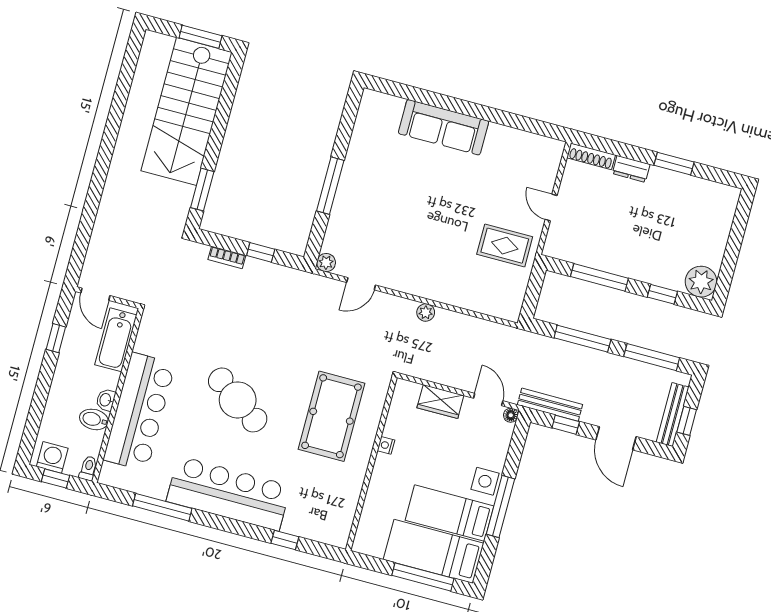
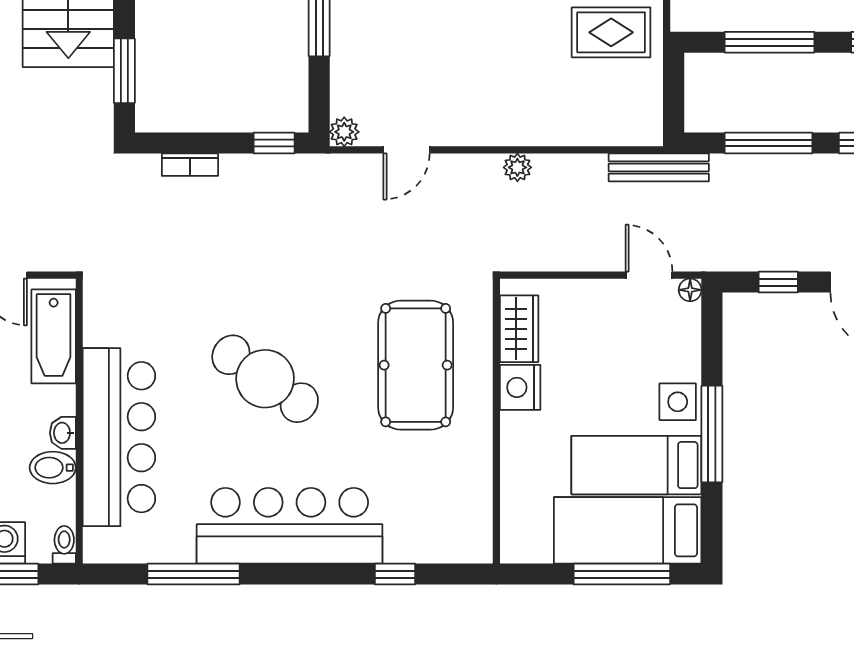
window: (261, 252) -> (274, 143), moved
wardrobe: (440, 402) -> (519, 329), moved, turned -90
bench: (550, 405) -> (659, 167), moved
nightstand: (386, 445) -> (520, 387), width x1.89, depth x1.79

